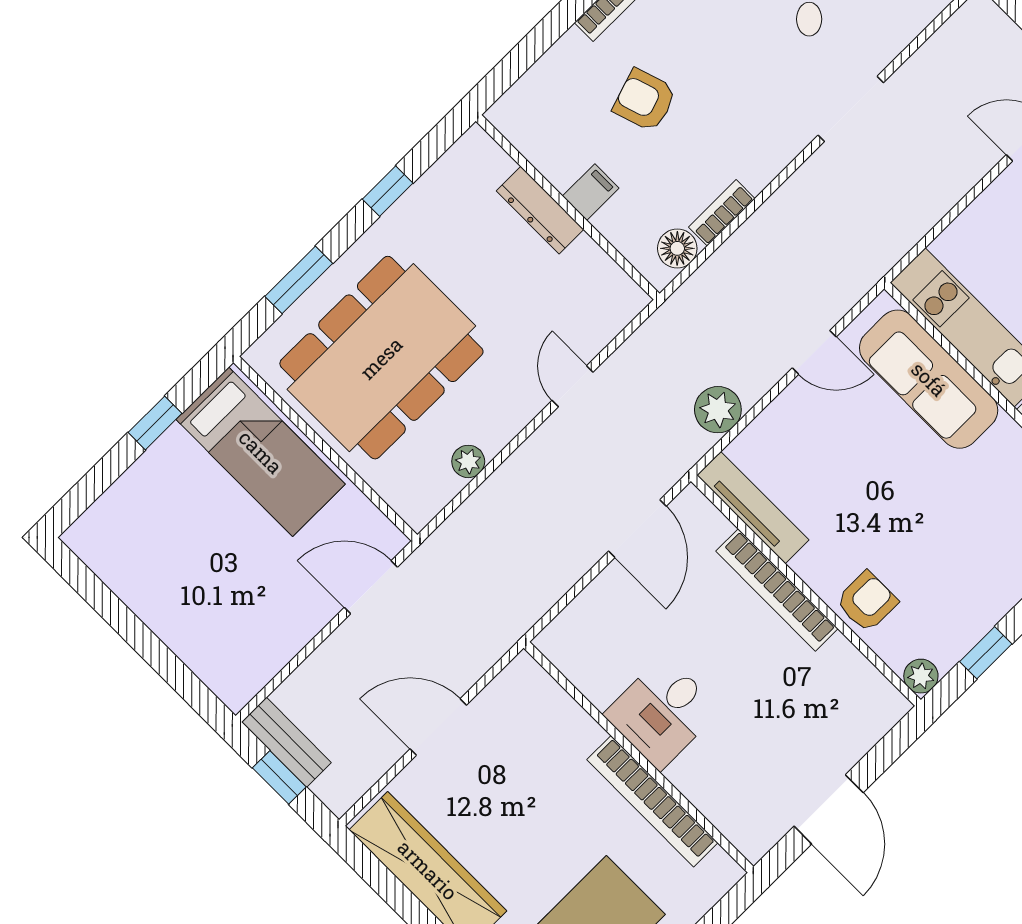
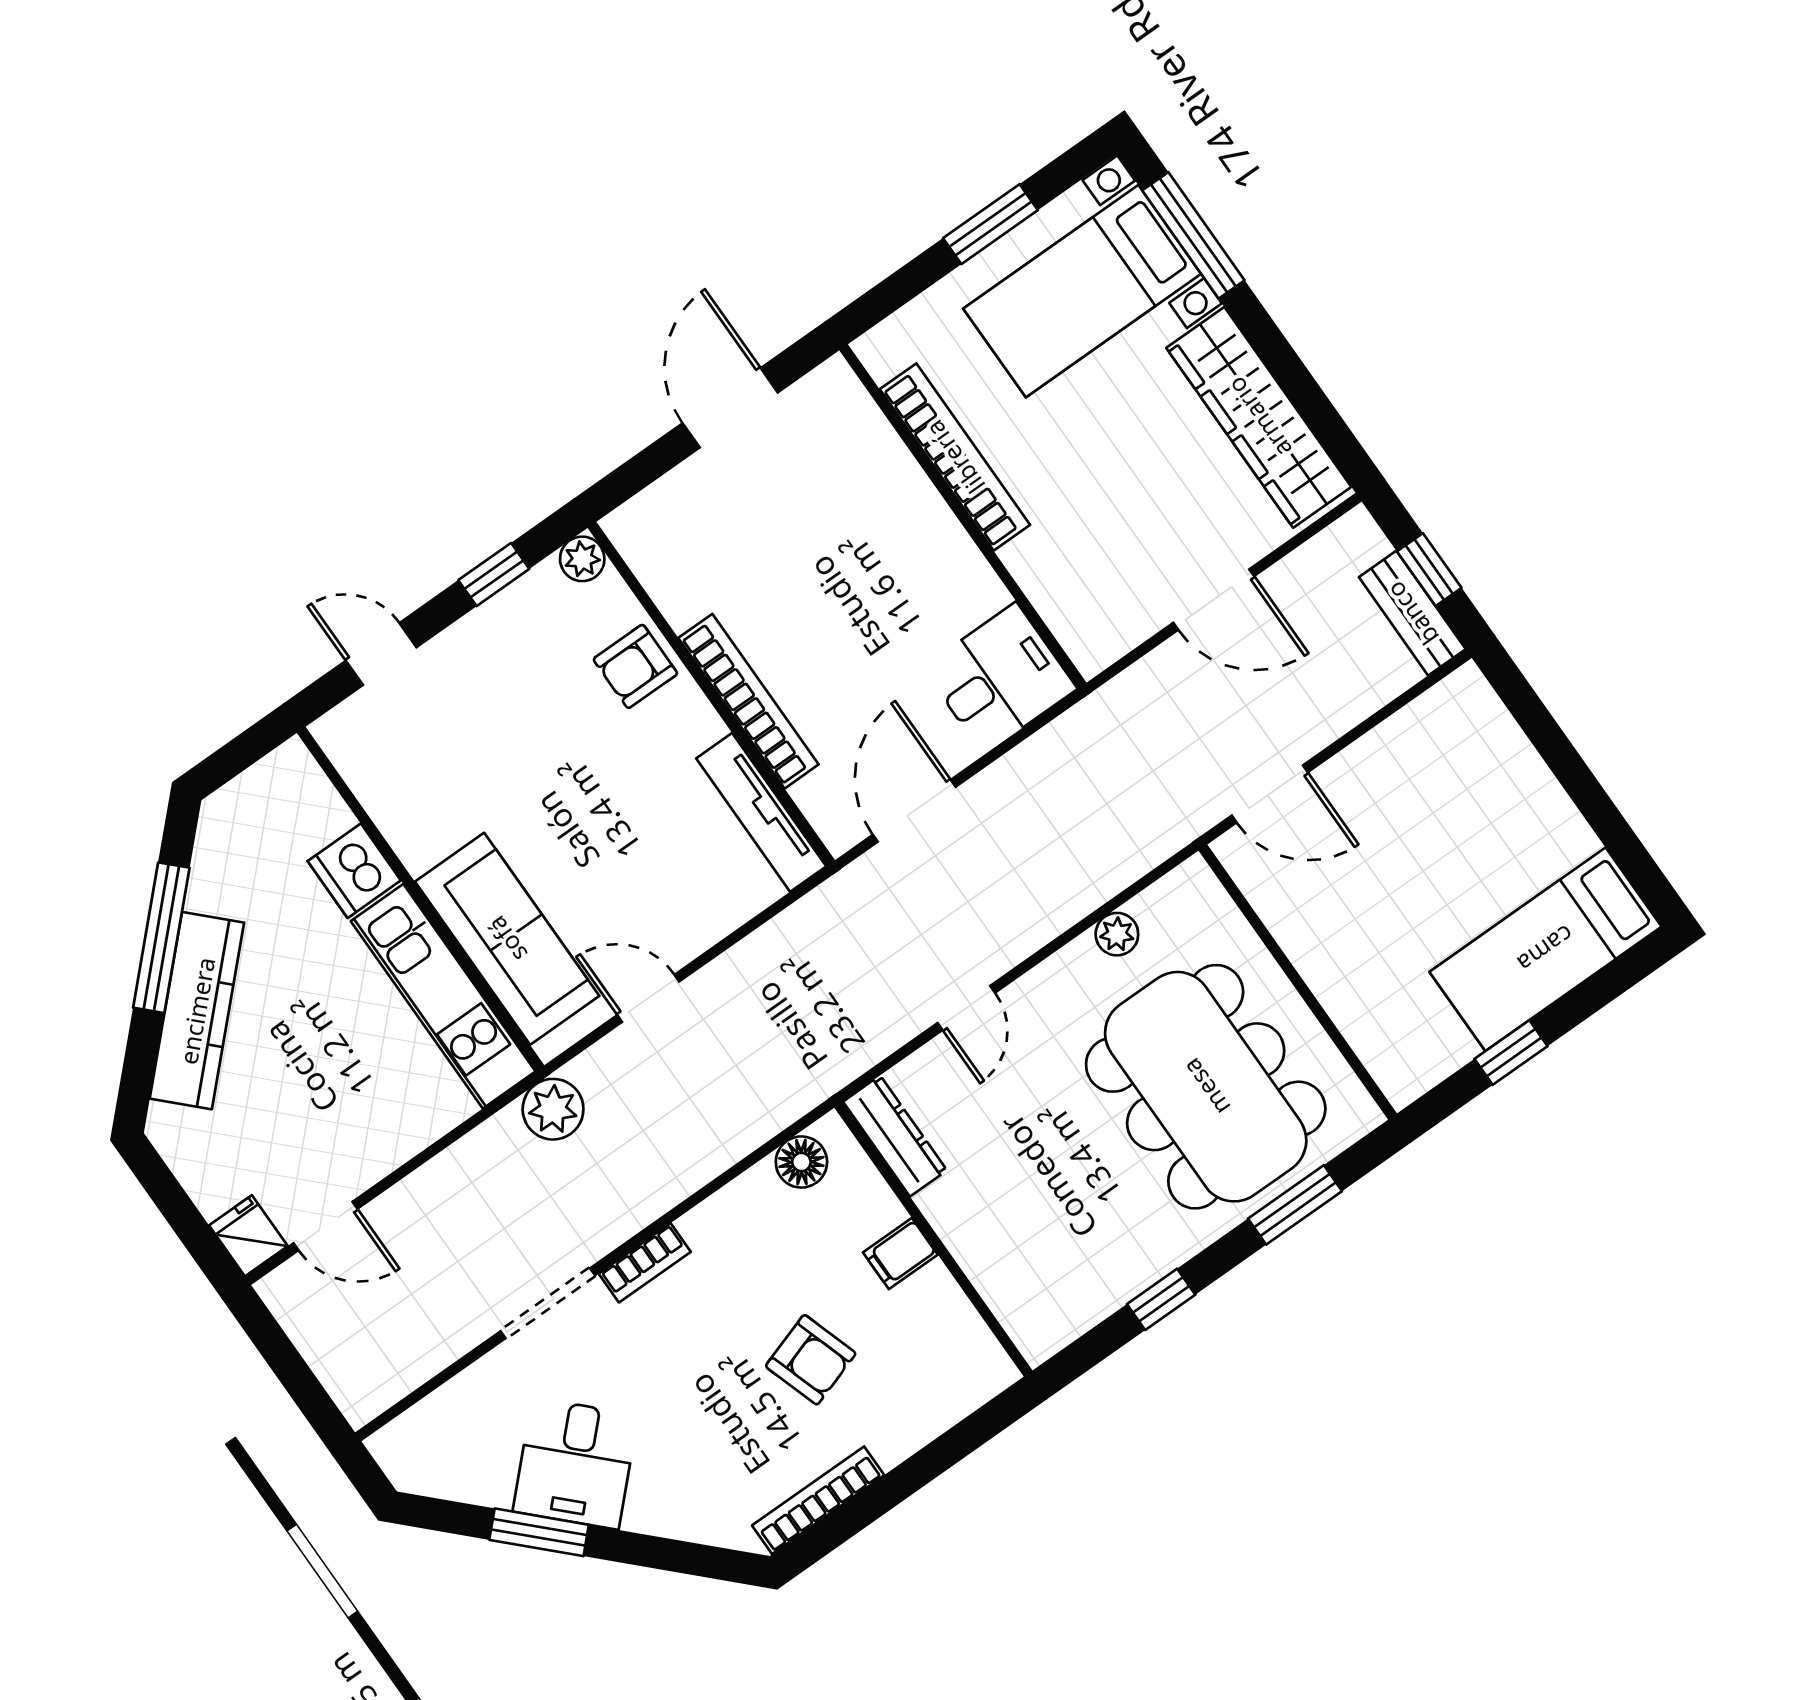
dresser: (540, 210) -> (895, 1136), moved
bookcase: (722, 213) -> (645, 1263), moved
dining table: (381, 358) -> (1206, 1087), turned 90
plant: (718, 410) -> (553, 1109), moved
bed: (261, 452) -> (1546, 949), moved, turned -90
desk: (662, 712) -> (1000, 678), moved

